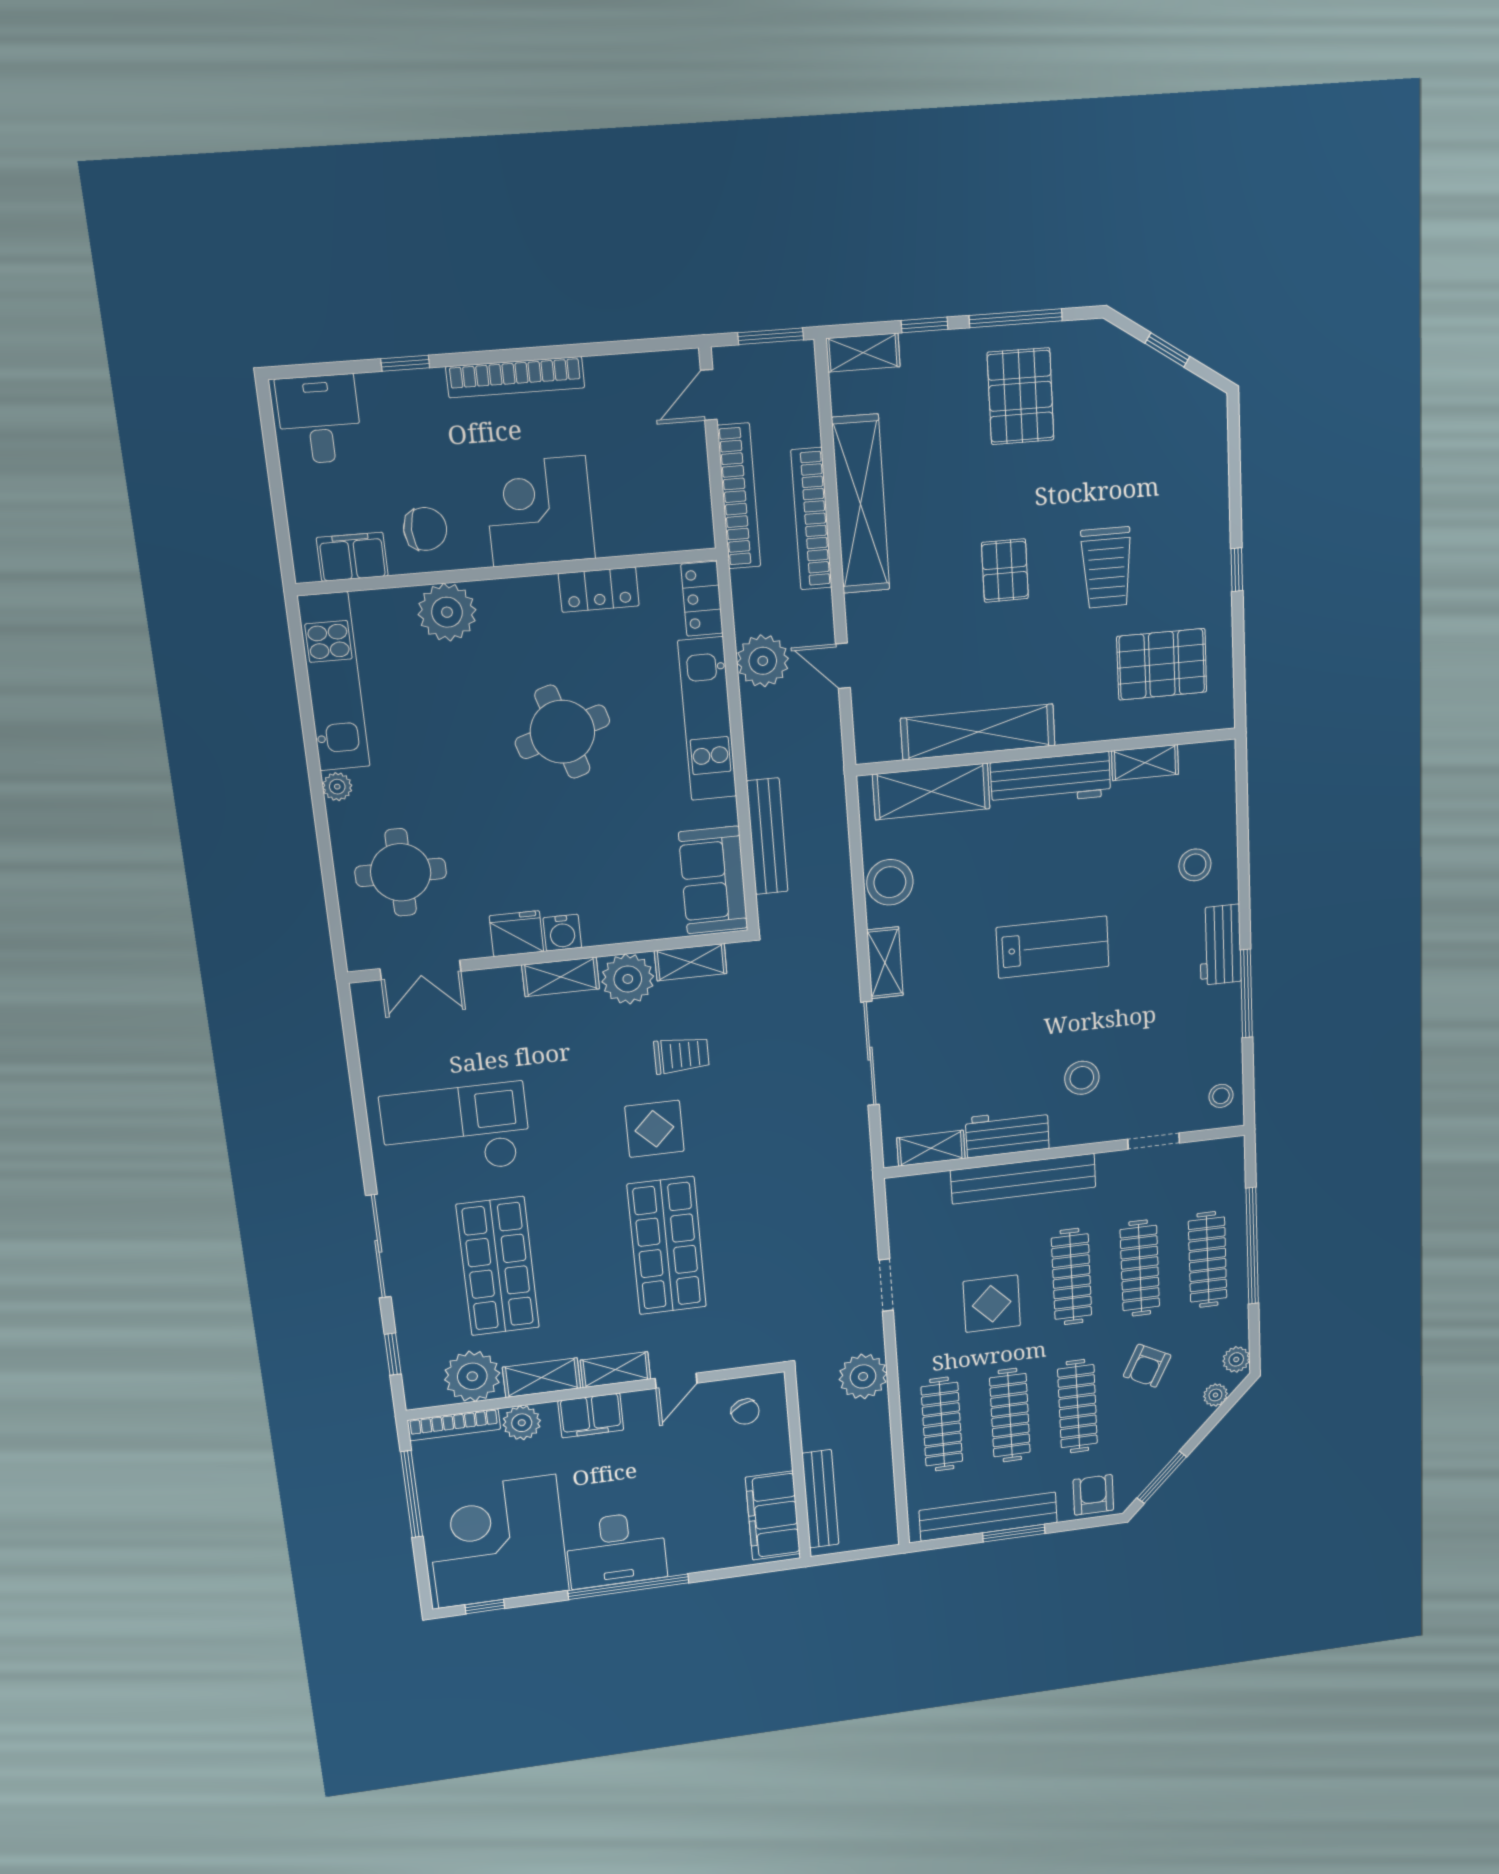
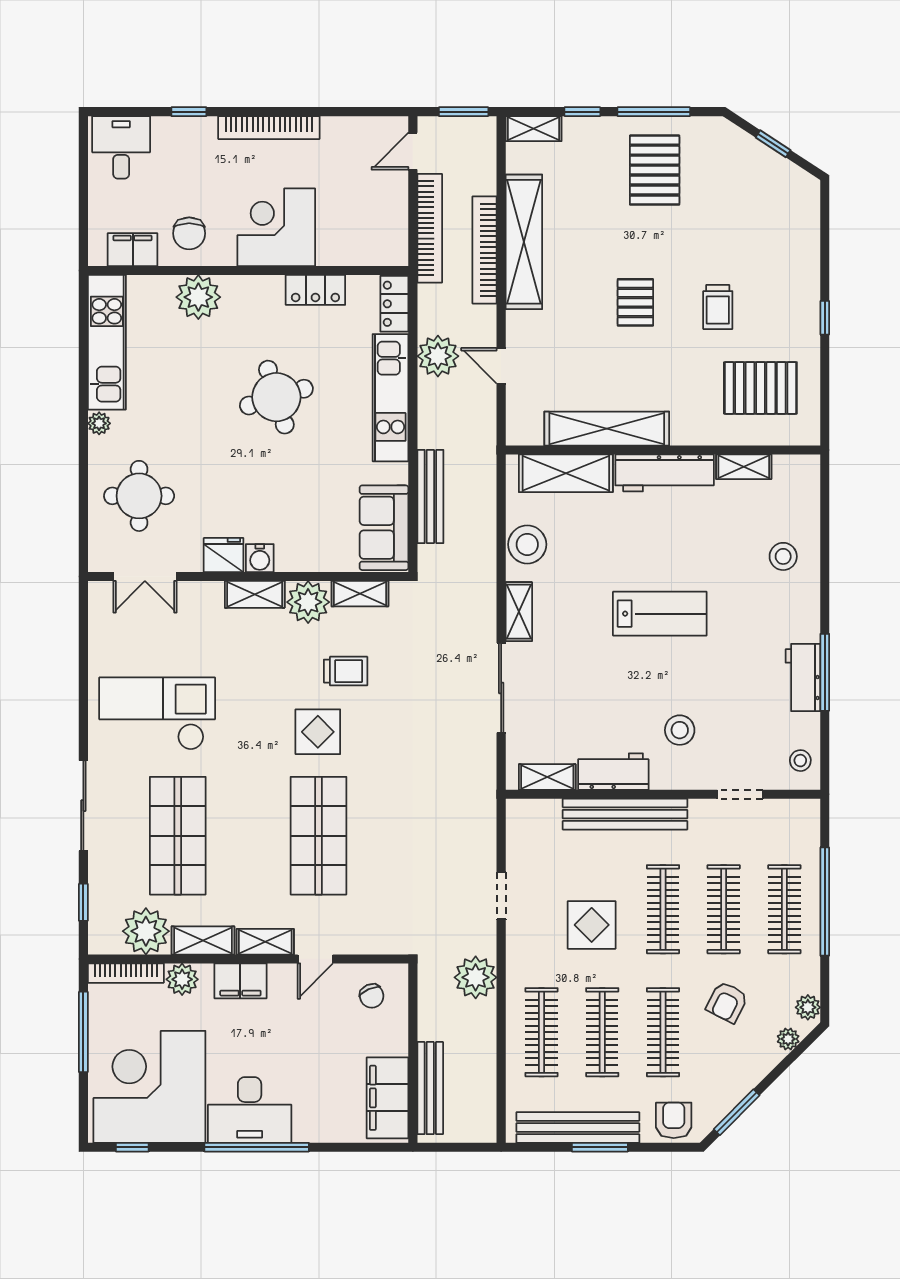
chair: (425, 529) -> (189, 233), turned 90
trolley: (1107, 568) -> (718, 307), width x0.73, depth x0.72
workbench: (1220, 945) -> (803, 677), moved

